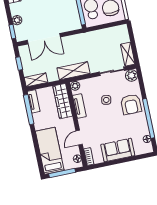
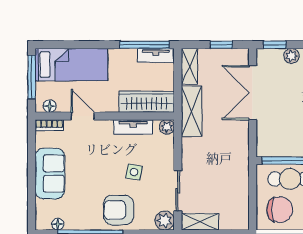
shelving: (73, 71) -> (192, 111), moved

